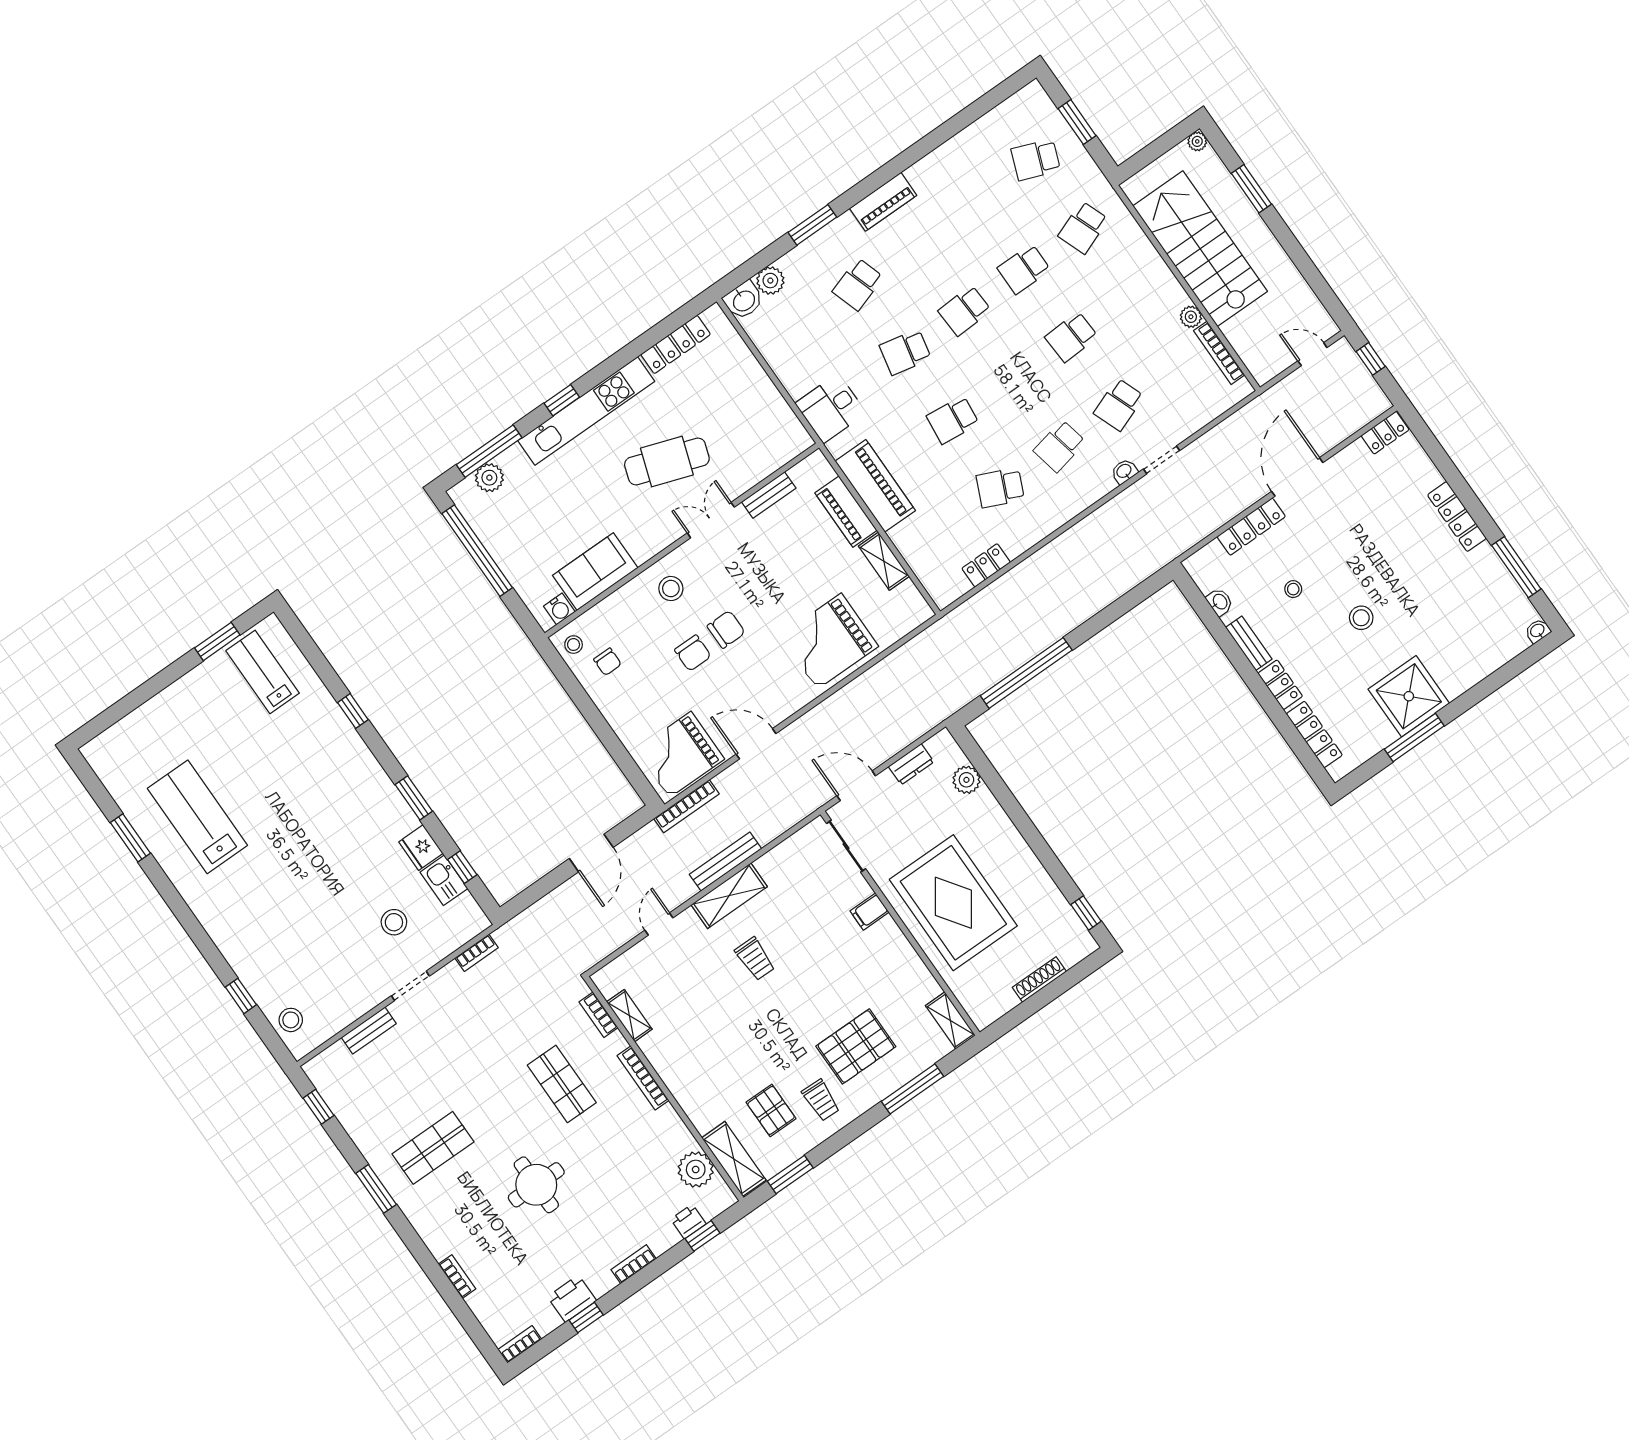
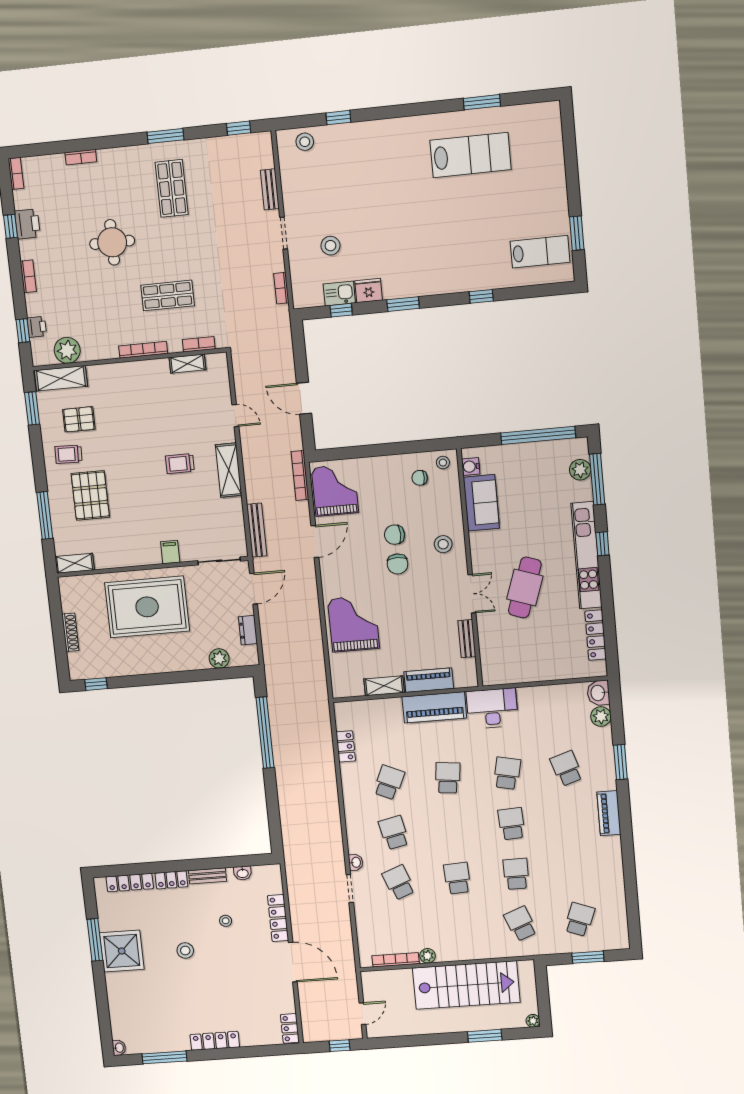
desk: (831, 408) -> (492, 708), width x1.37
bench: (725, 862) -> (257, 530), moved

